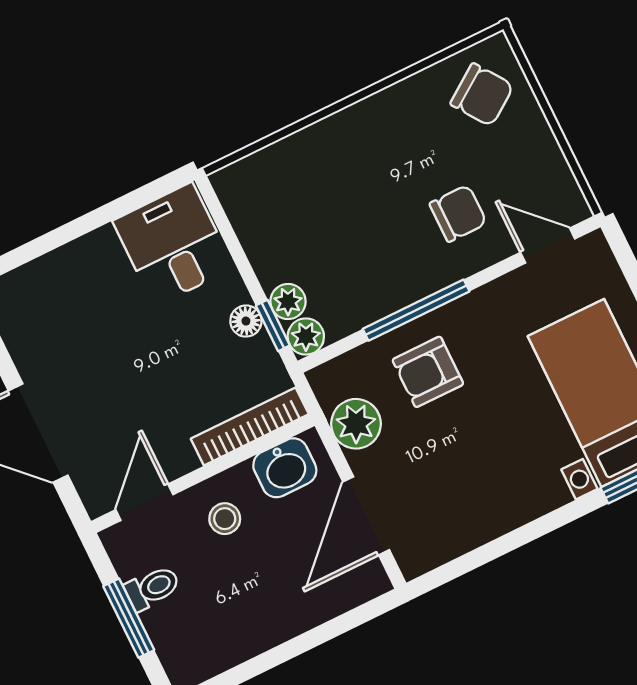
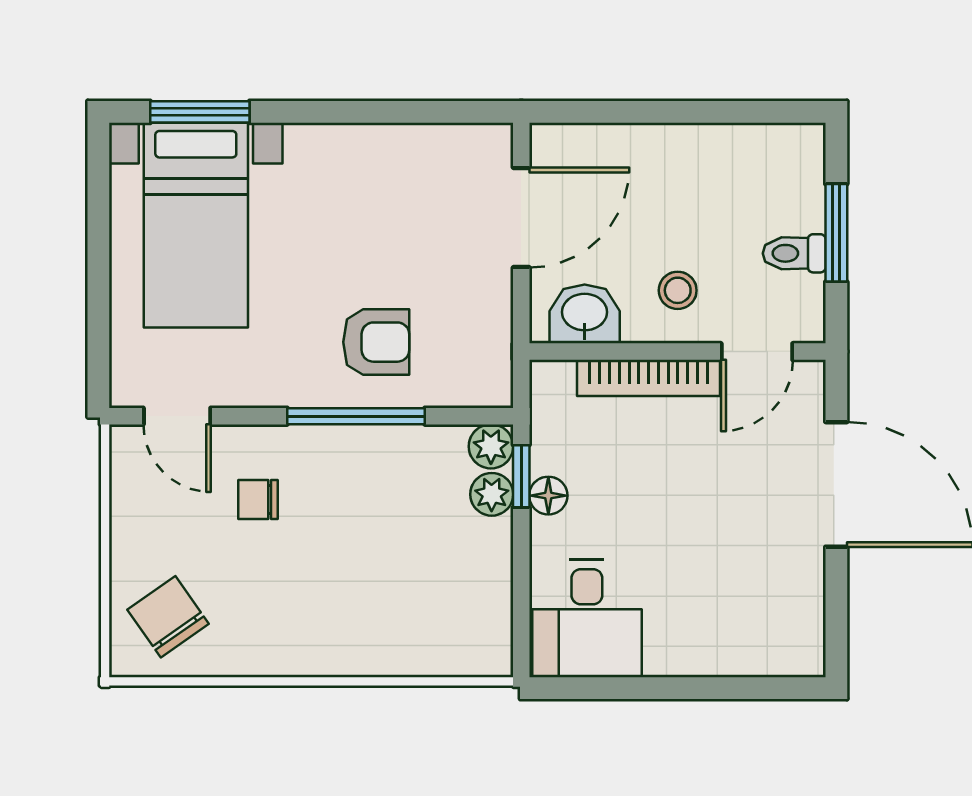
chair: (458, 213) -> (258, 500), width x0.73, depth x0.73
plant: (356, 424) -> (483, 324), removed
bookcase: (250, 426) -> (649, 378), moved

